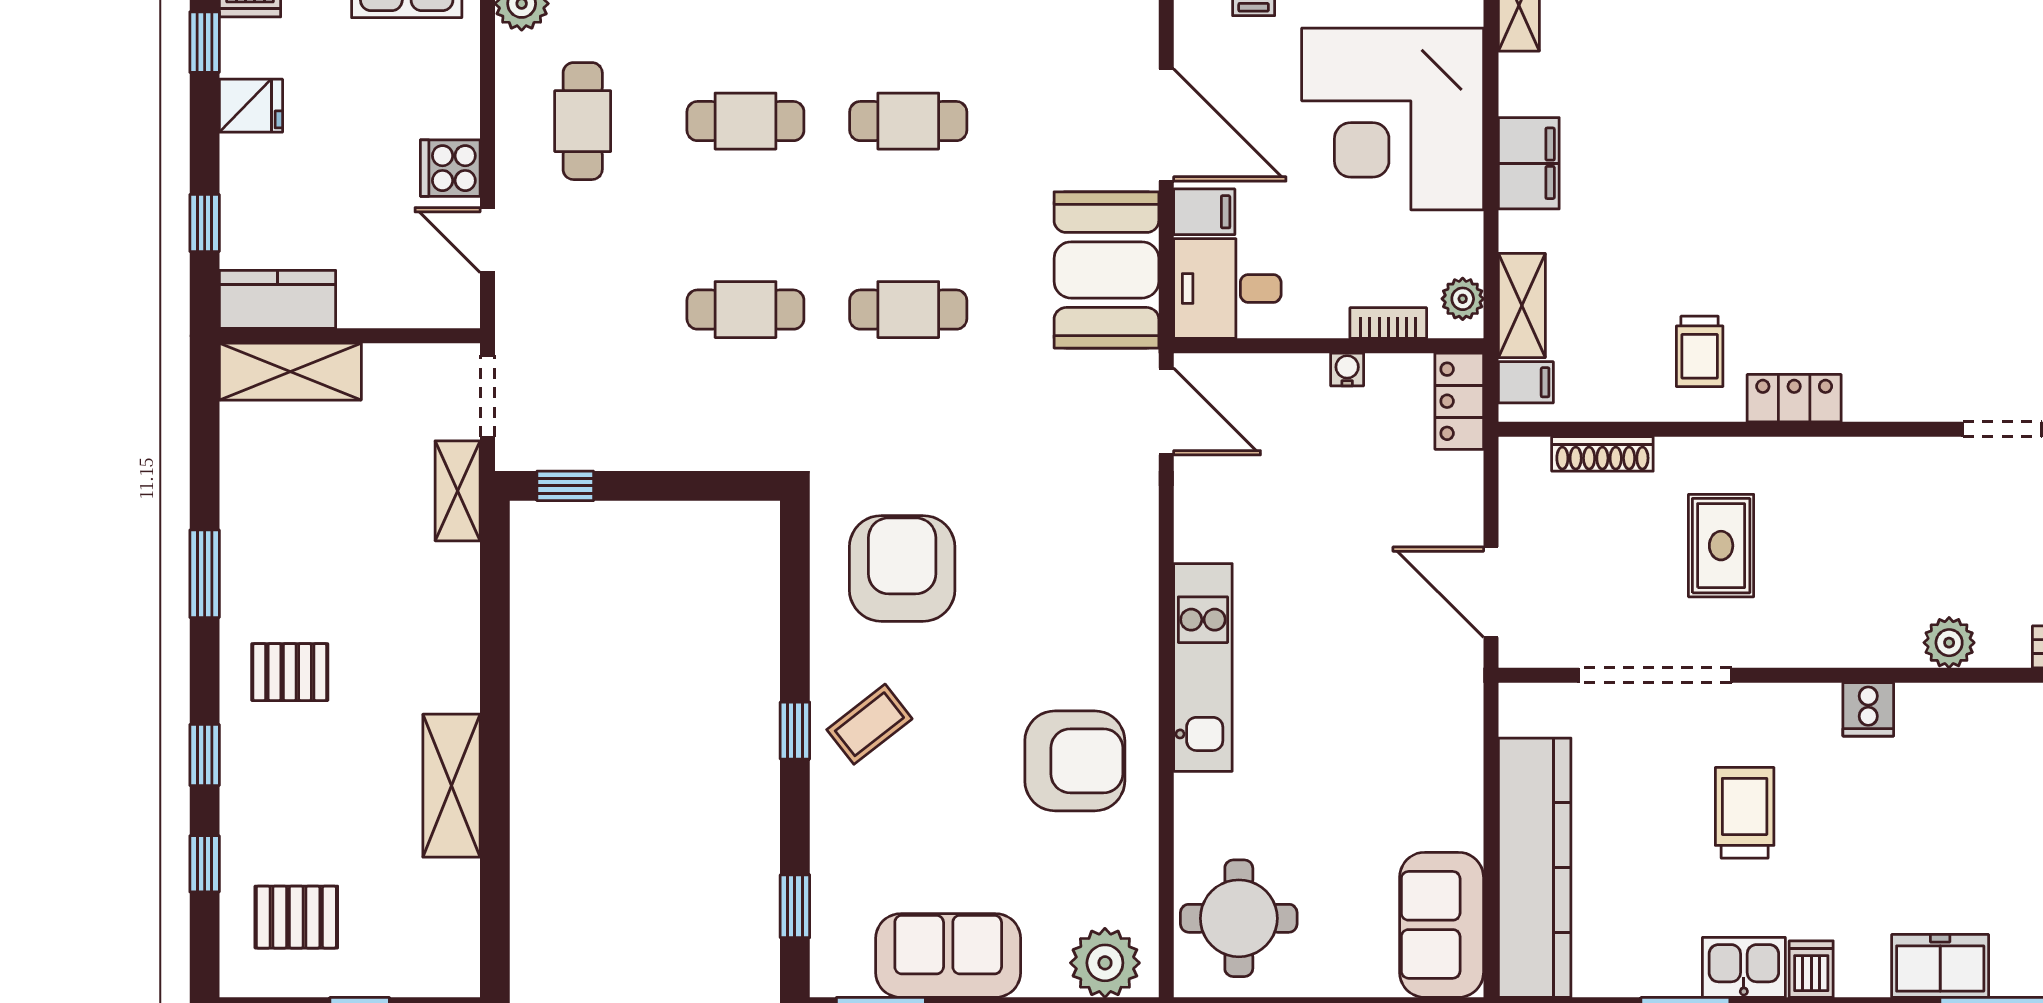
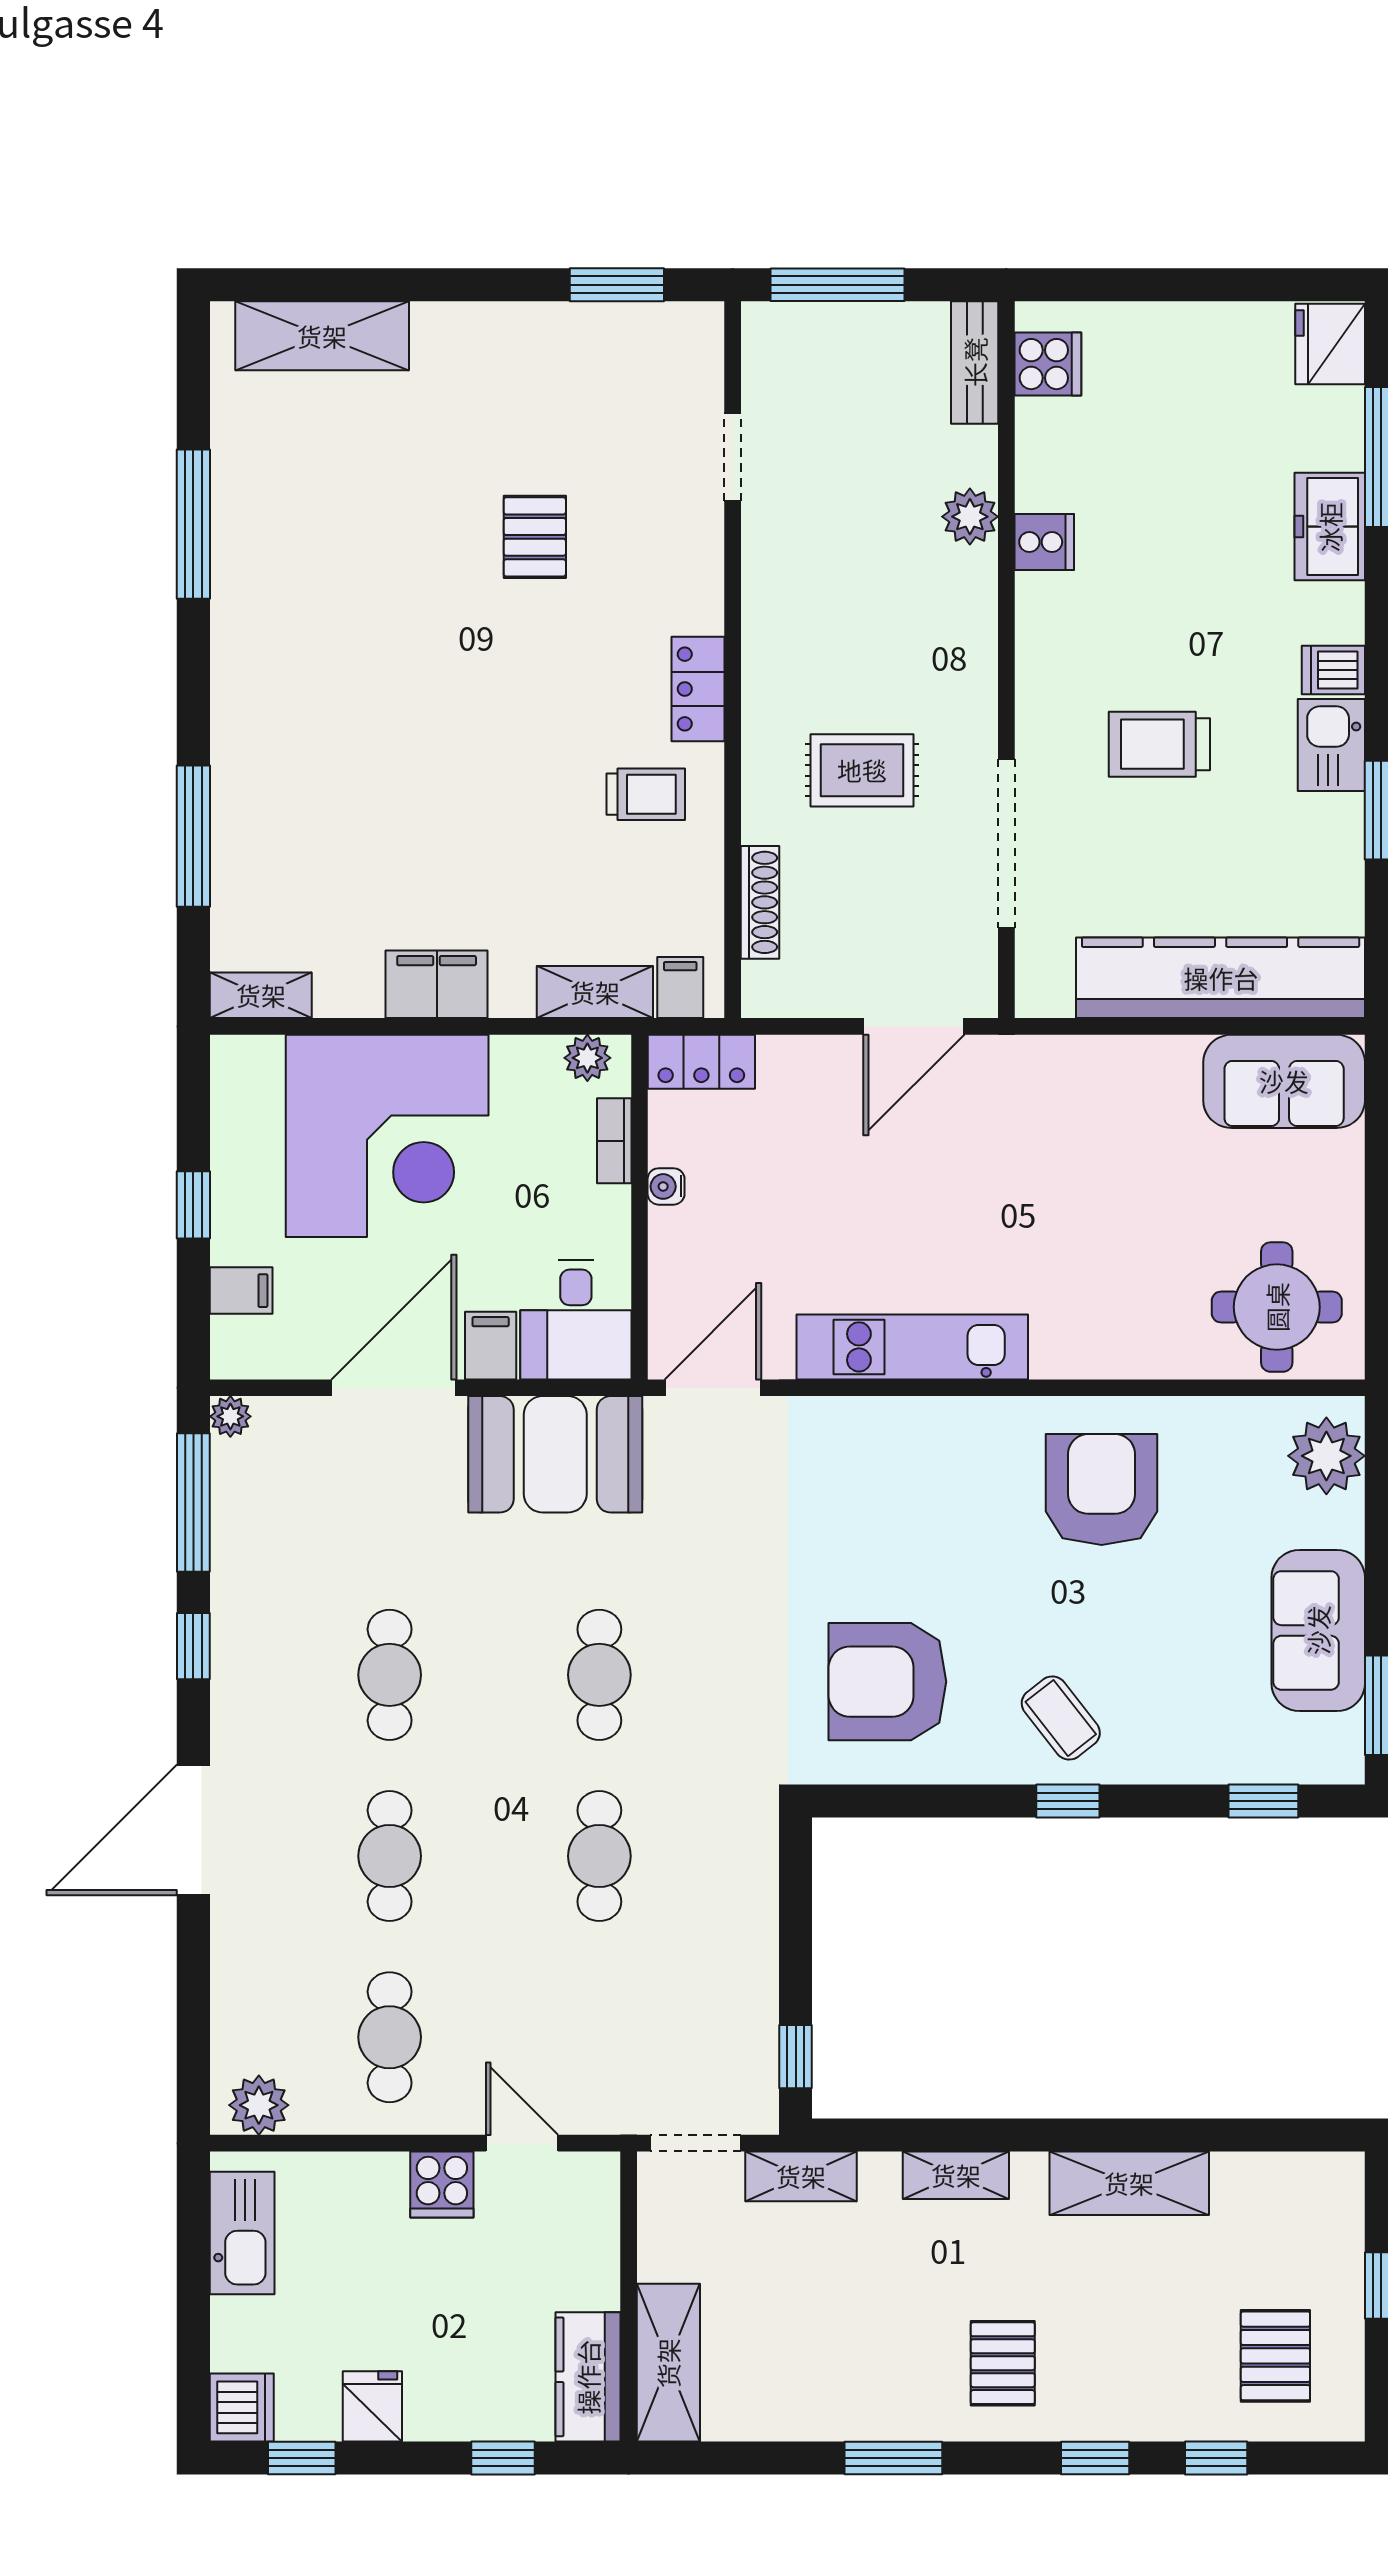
cafe table: (583, 121) -> (390, 2037), turned 90
door: (487, 240) -> (522, 2143), swing flipped
pallet: (1931, 252) -> (535, 537), added
shelving: (459, 630) -> (956, 2175), added
kitchen unit: (1203, 667) -> (912, 1347), moved
cooker: (1868, 709) -> (1044, 542), moved

